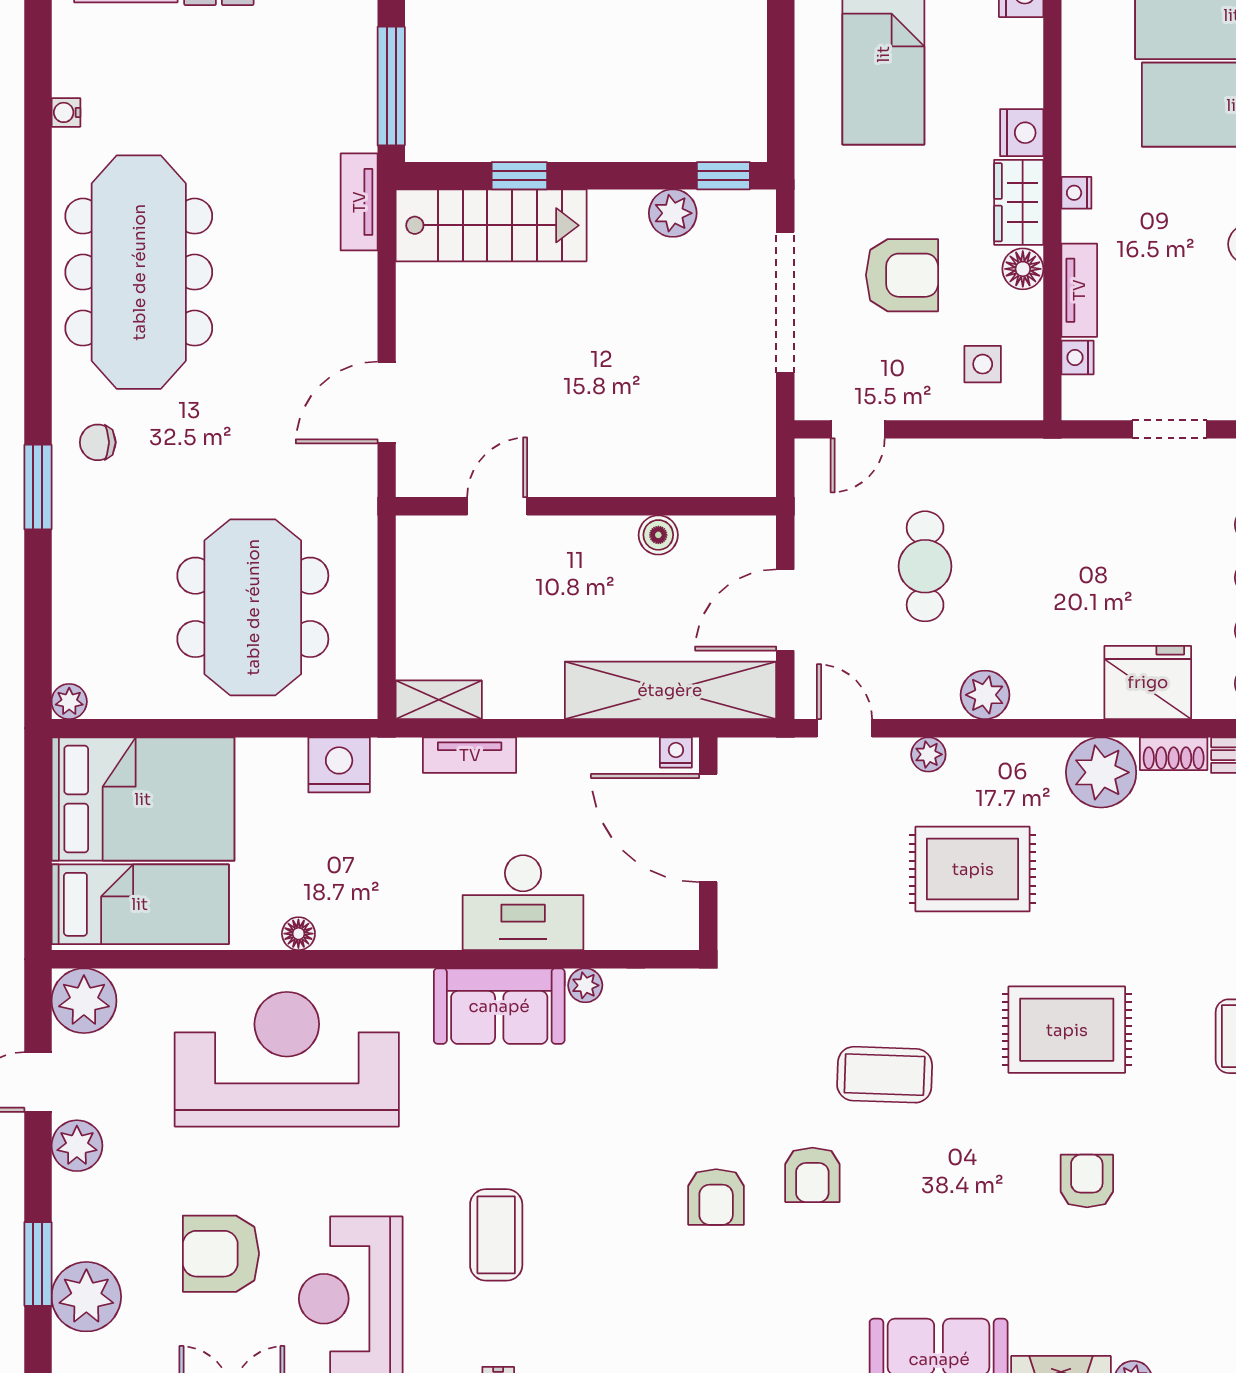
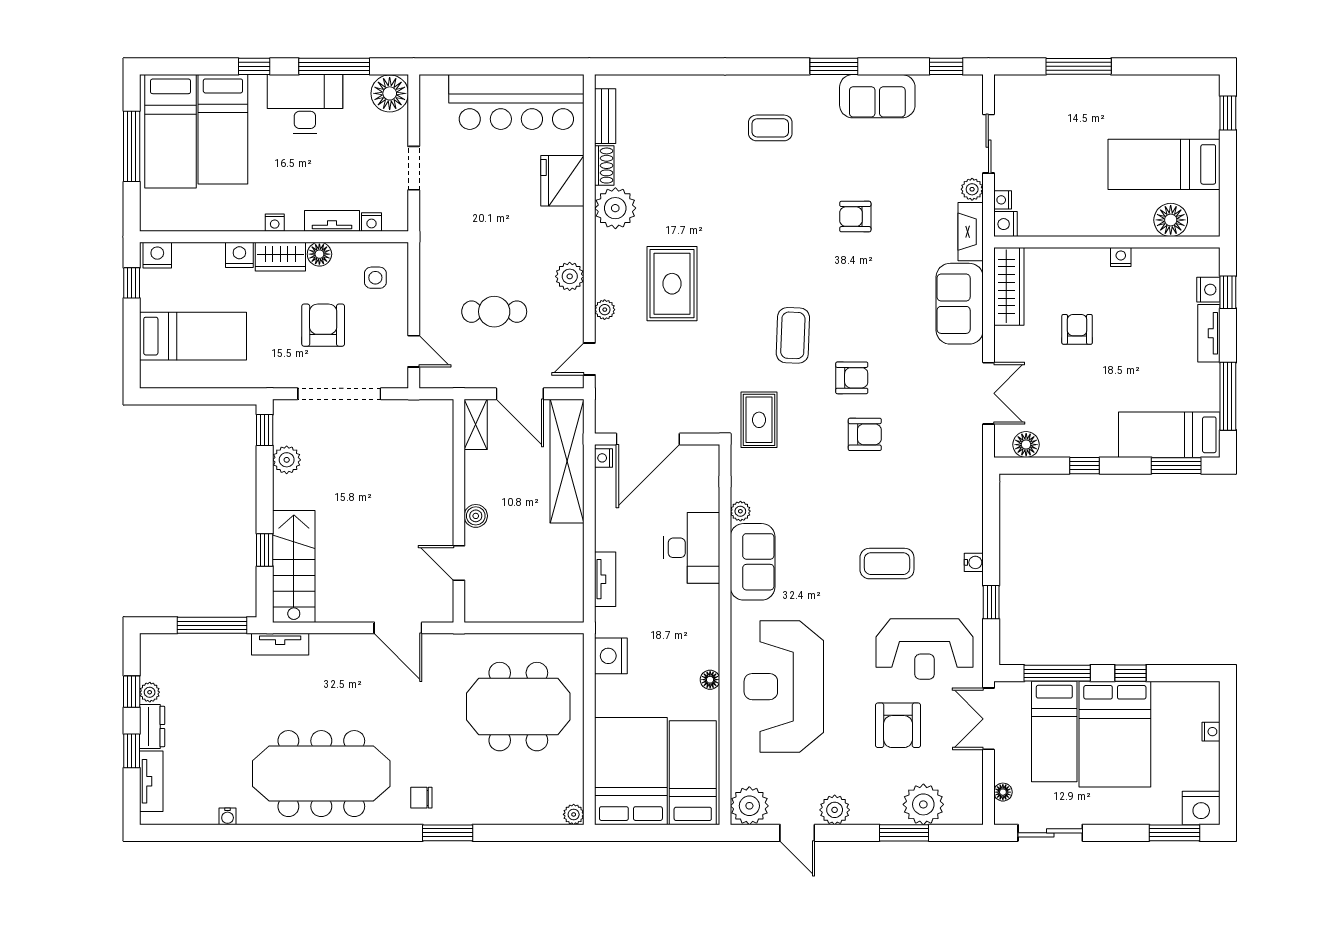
chair: (98, 442) -> (421, 798), turned 90
boiler: (658, 535) -> (476, 516), moved
shelving: (439, 700) -> (476, 424), moved
rug: (1067, 1030) -> (759, 420), moved, width x0.73, depth x0.70

